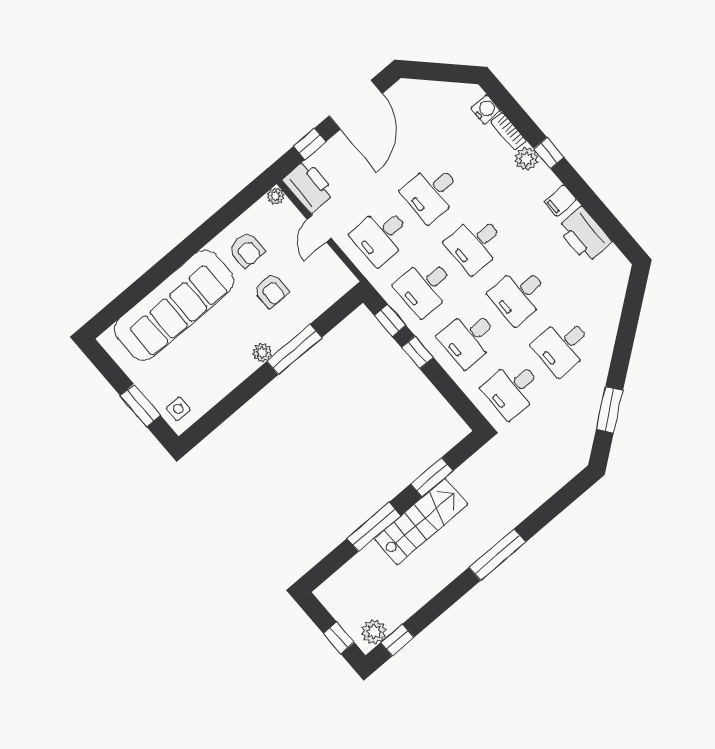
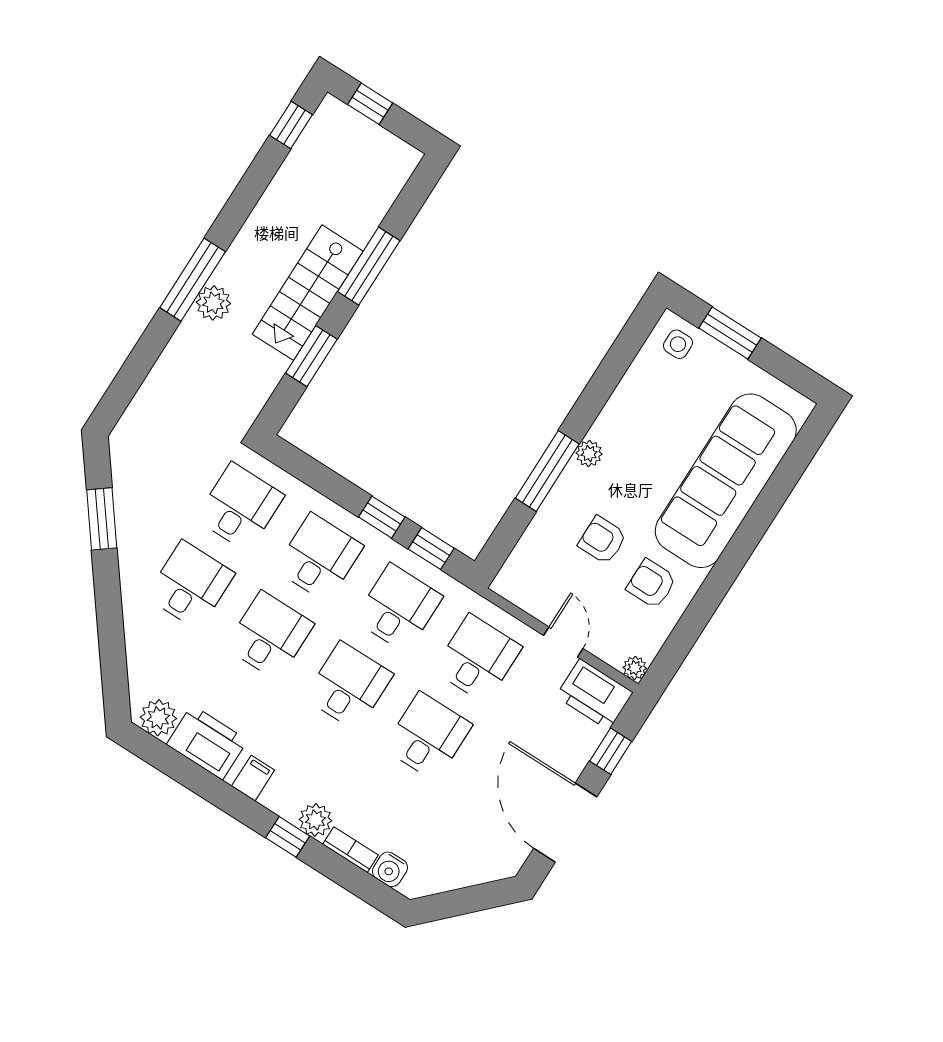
plant: (612, 262) -> (158, 718), added
plant: (374, 632) -> (213, 303), moved

